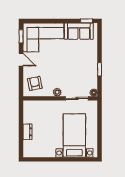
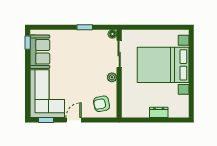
bed with nightstands: (74, 135) -> (163, 65), width x1.36

